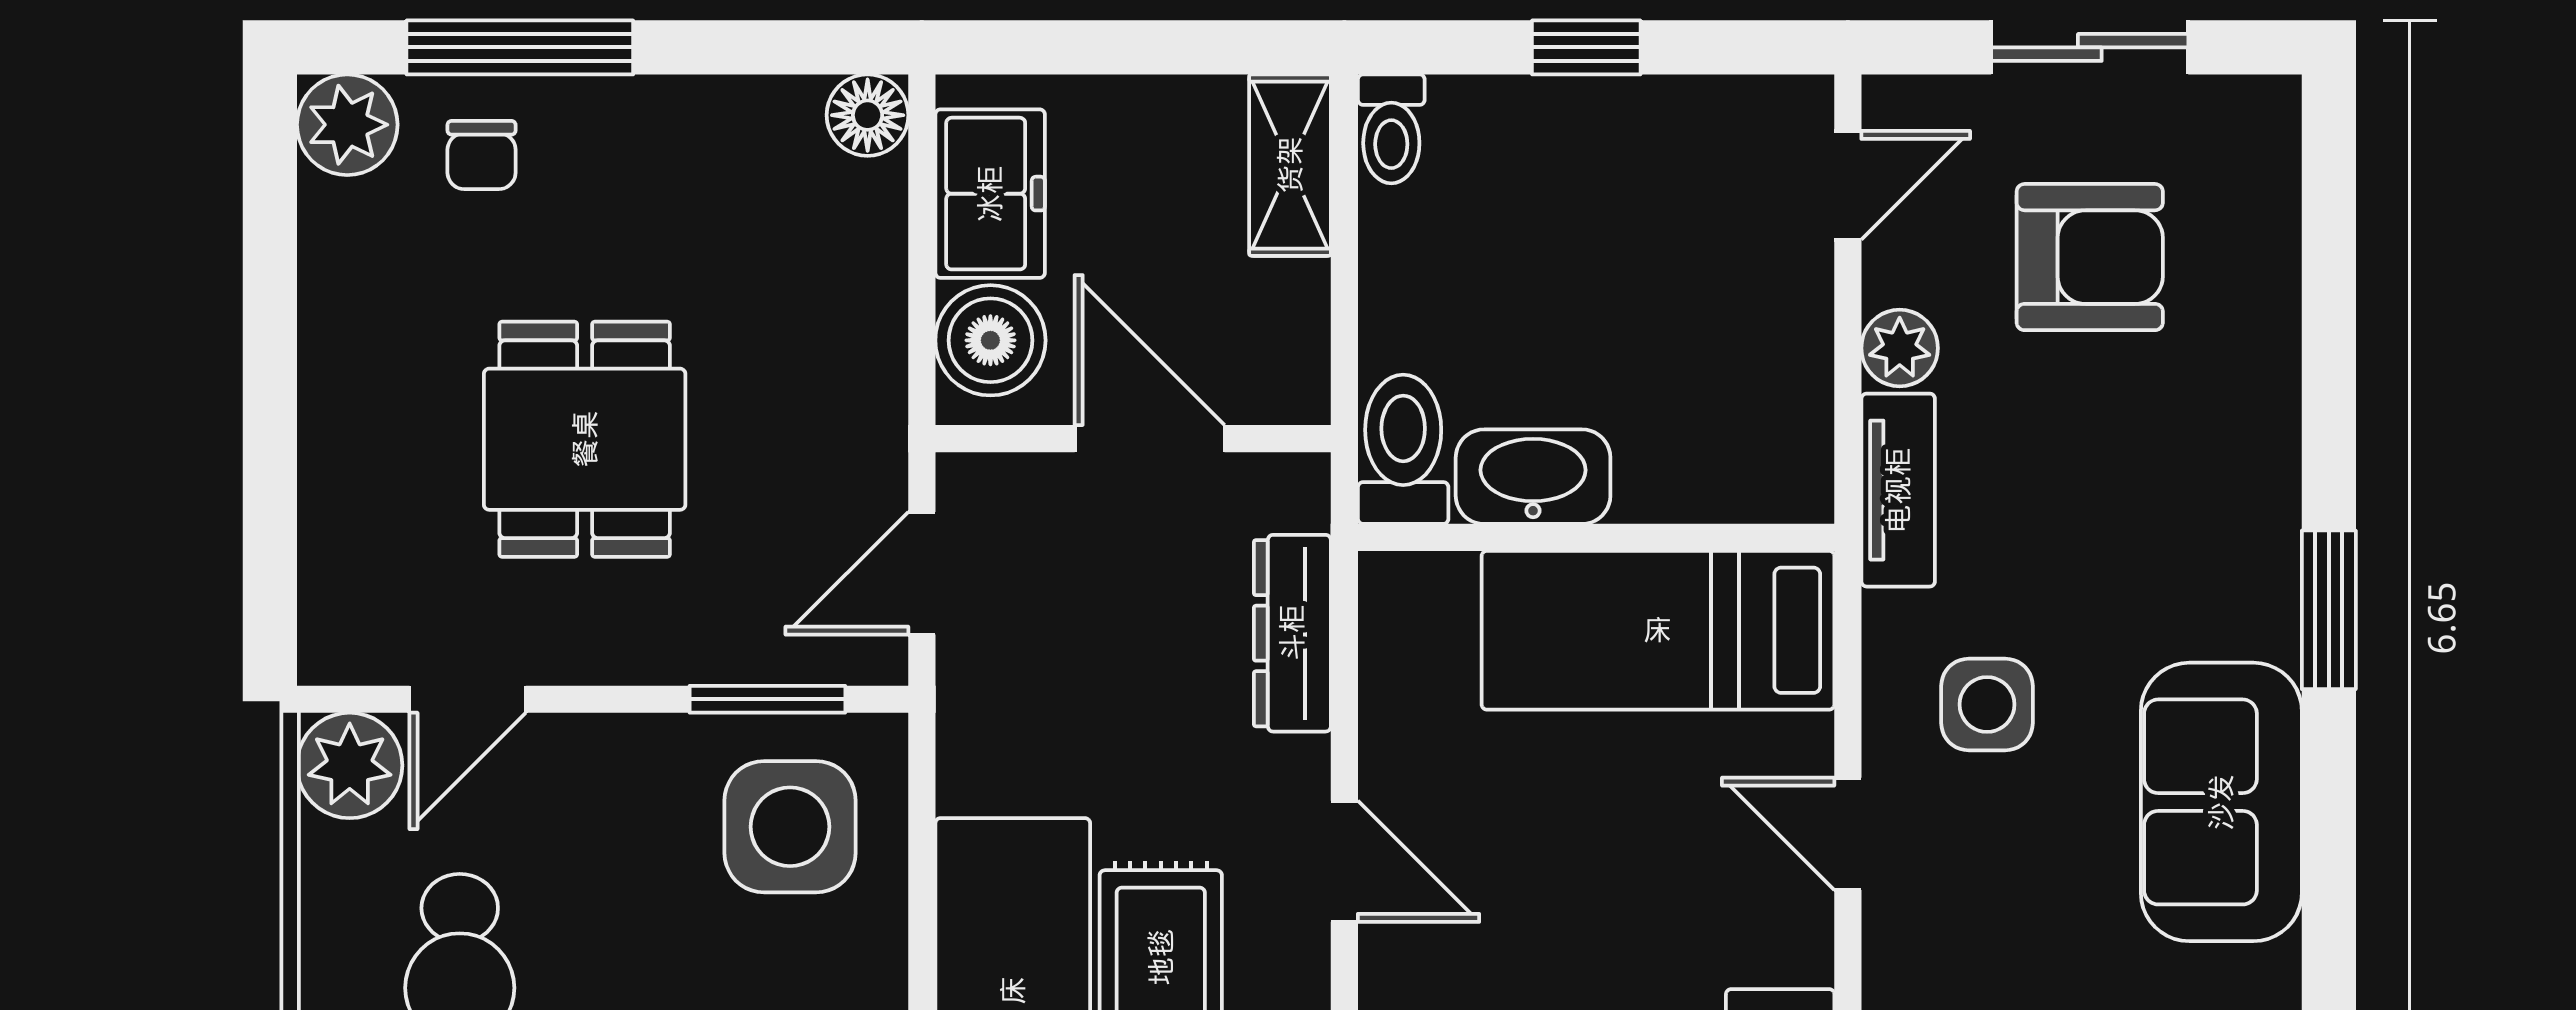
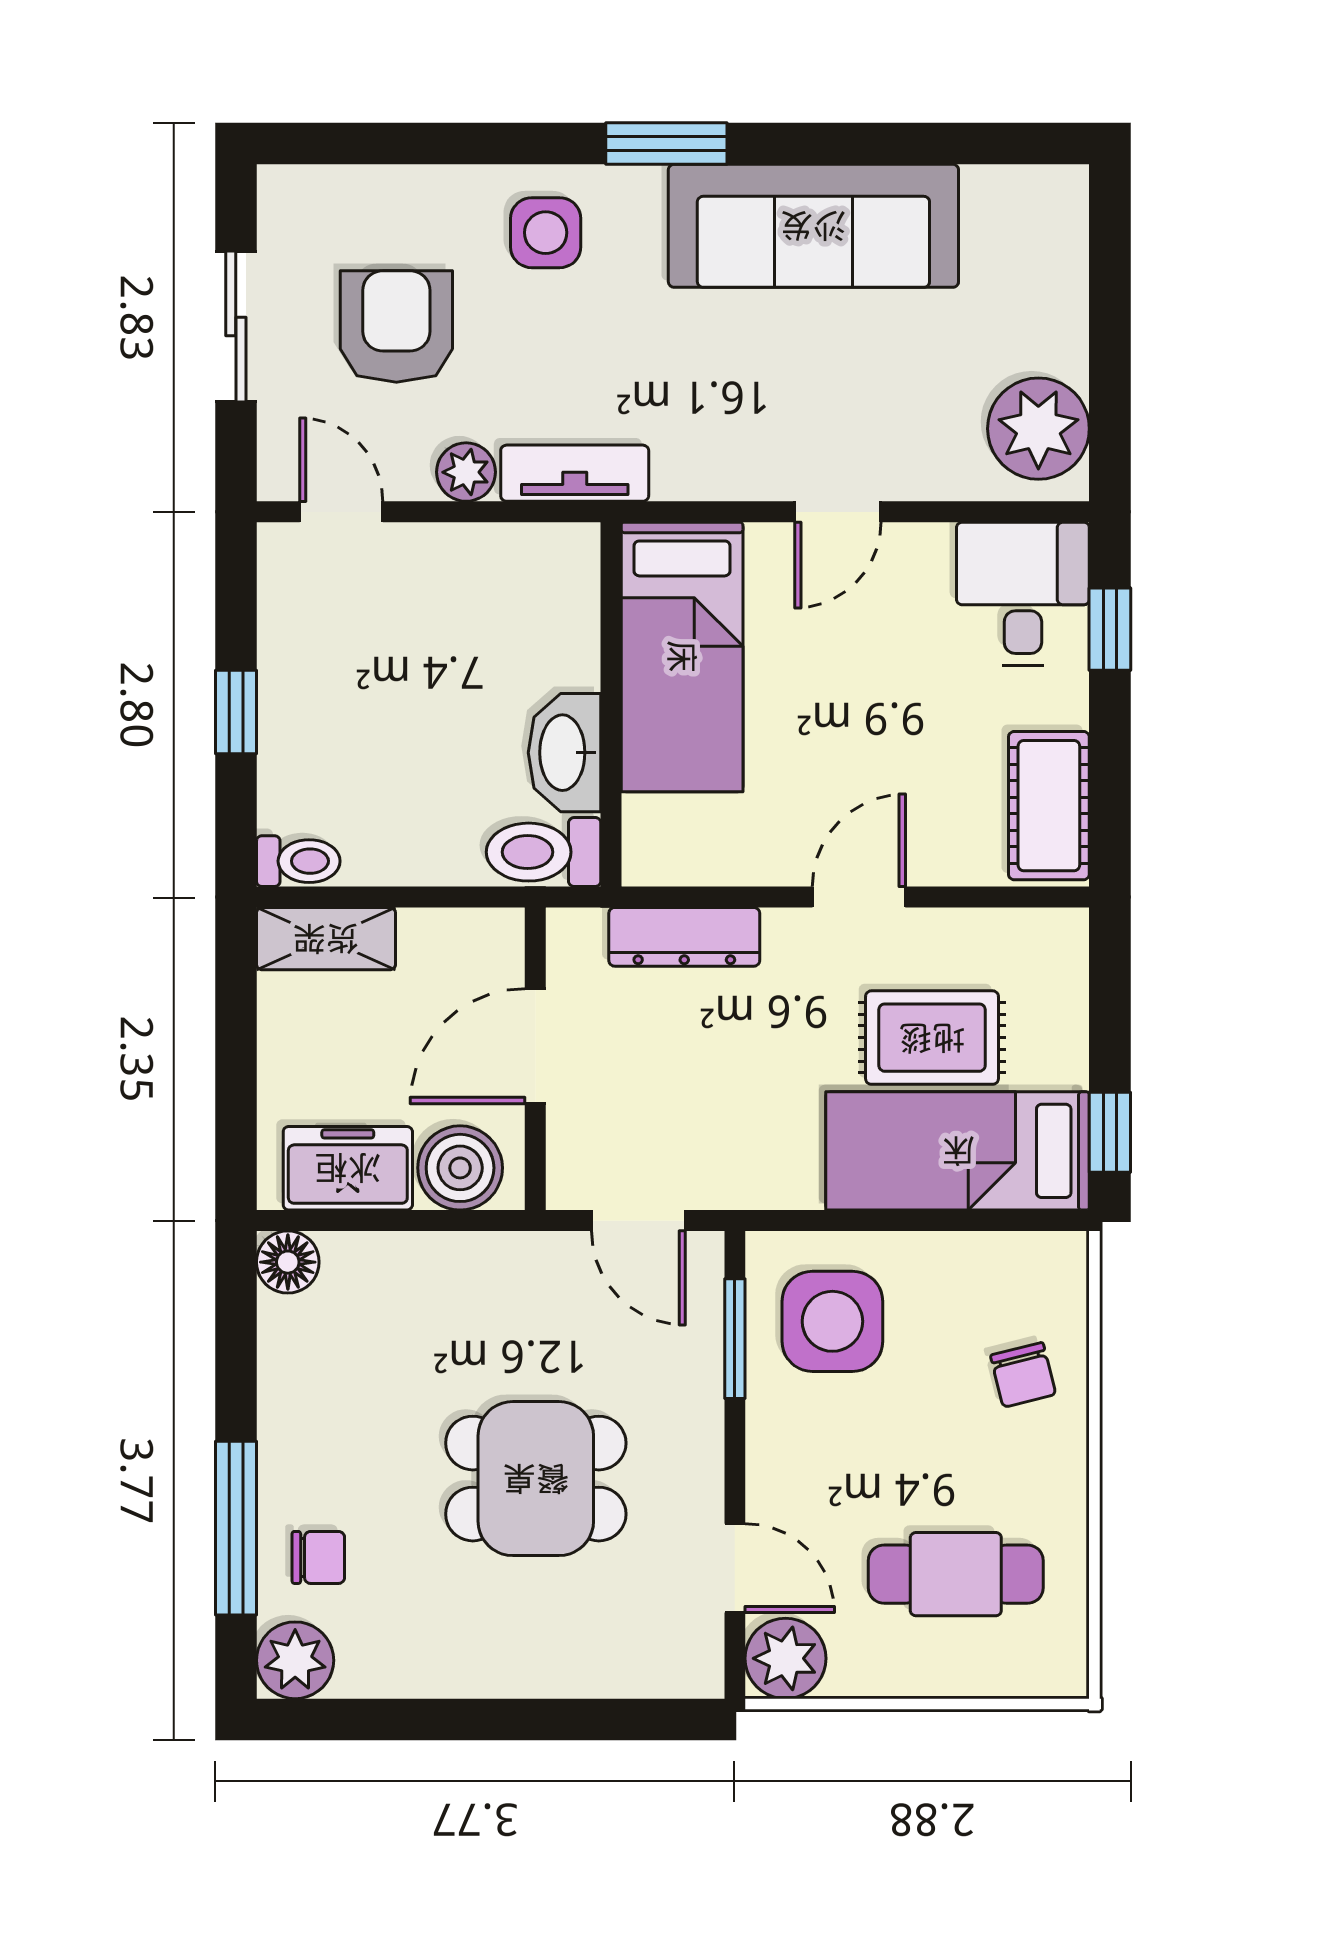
side table: (1987, 704) -> (546, 233), moved
sofa: (2221, 802) -> (813, 226), width x1.36

